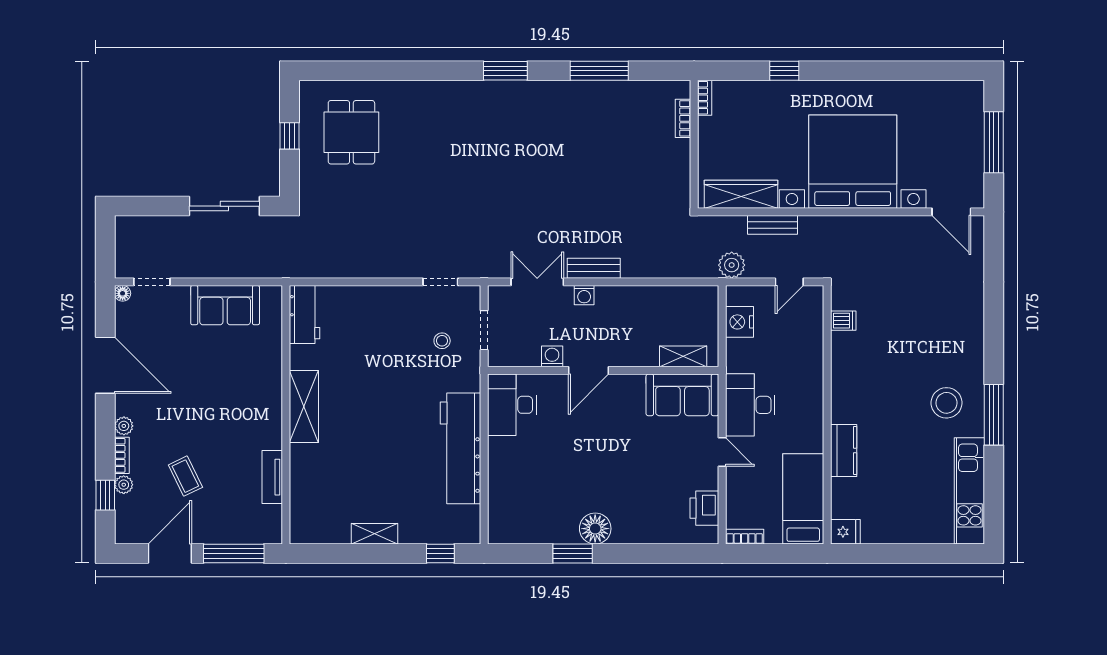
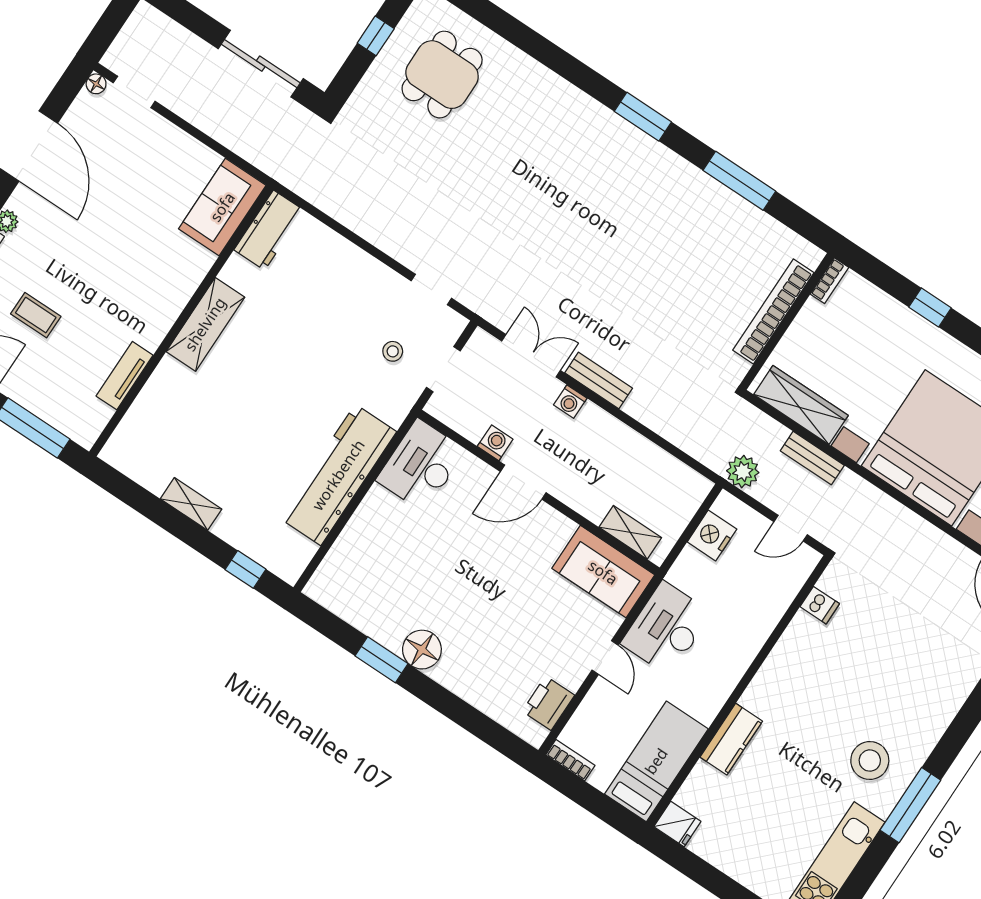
bookcase: (683, 118) -> (773, 311), width x2.31, depth x1.31
sofa: (225, 305) -> (222, 207), moved, turned 90
coffee table: (185, 476) -> (36, 315), turned -64

